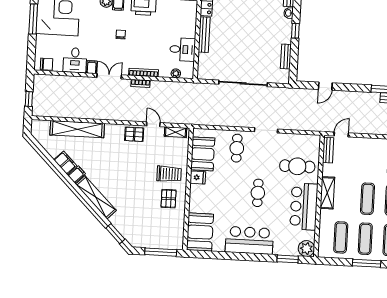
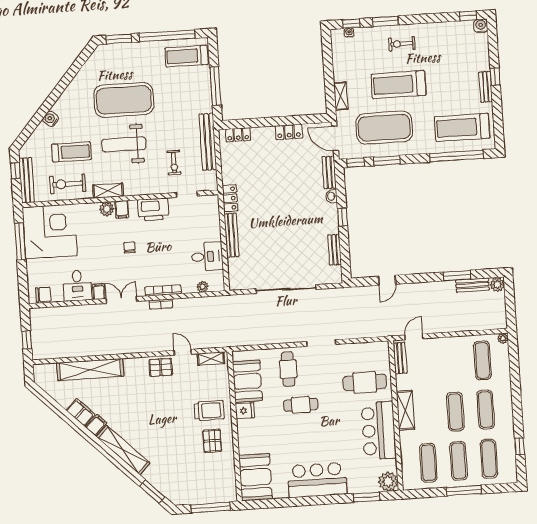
cafe table: (258, 193) -> (301, 405), moved, turned 90

